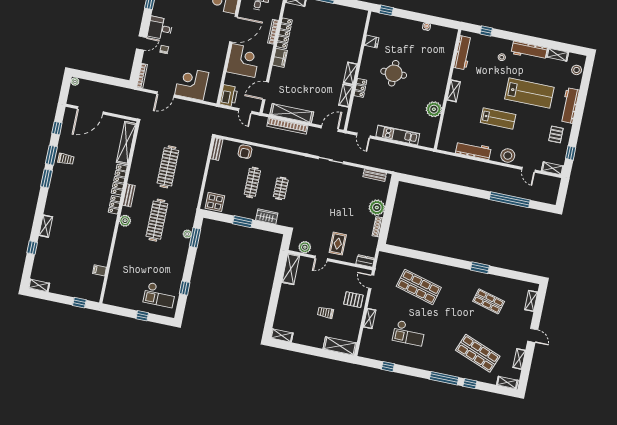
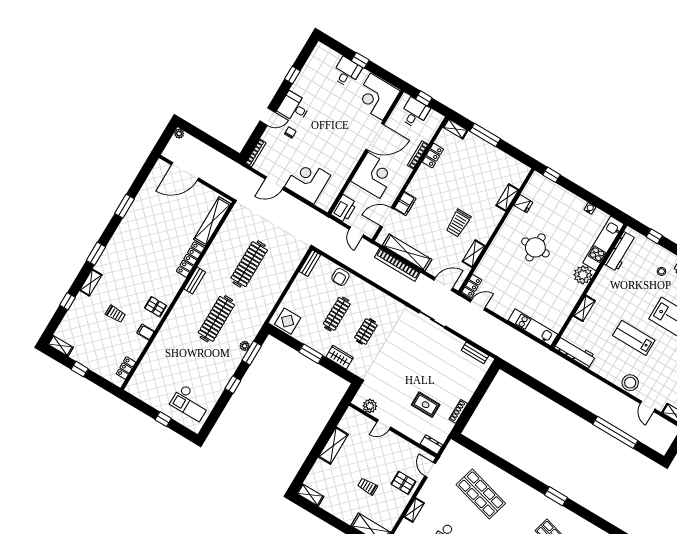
locker: (284, 33) -> (433, 156), width x0.66
kitchen unit: (447, 51) -> (603, 243), added
filing cabinet: (280, 58) -> (405, 204), moved
shelving: (350, 73) -> (507, 198), moved
trolley: (325, 75) -> (458, 223), added
locker: (360, 88) -> (472, 286), moved
shelving: (454, 91) -> (584, 308), moved
plant: (434, 109) -> (583, 275), moved
lab bench: (498, 119) -> (634, 338), turned 180
window: (57, 128) -> (141, 178), removed
kitchen unit: (398, 135) -> (533, 327), moved
door: (363, 136) -> (478, 305), swing flipped
workbench: (473, 150) -> (575, 352), moved
trolley: (66, 159) -> (115, 314), moved
window: (47, 178) -> (96, 254), moved
locker: (115, 205) -> (126, 368), moved
plant: (377, 207) -> (465, 390), removed
plant: (125, 221) -> (181, 307), removed
pallet: (105, 227) -> (156, 307), added
rug: (338, 244) -> (426, 405), moved, turned 90
shelving: (291, 269) -> (333, 446), moved
filing cabinet: (100, 270) -> (146, 332), moved
window: (185, 288) -> (233, 385), moved
window: (79, 303) -> (80, 369), moved

